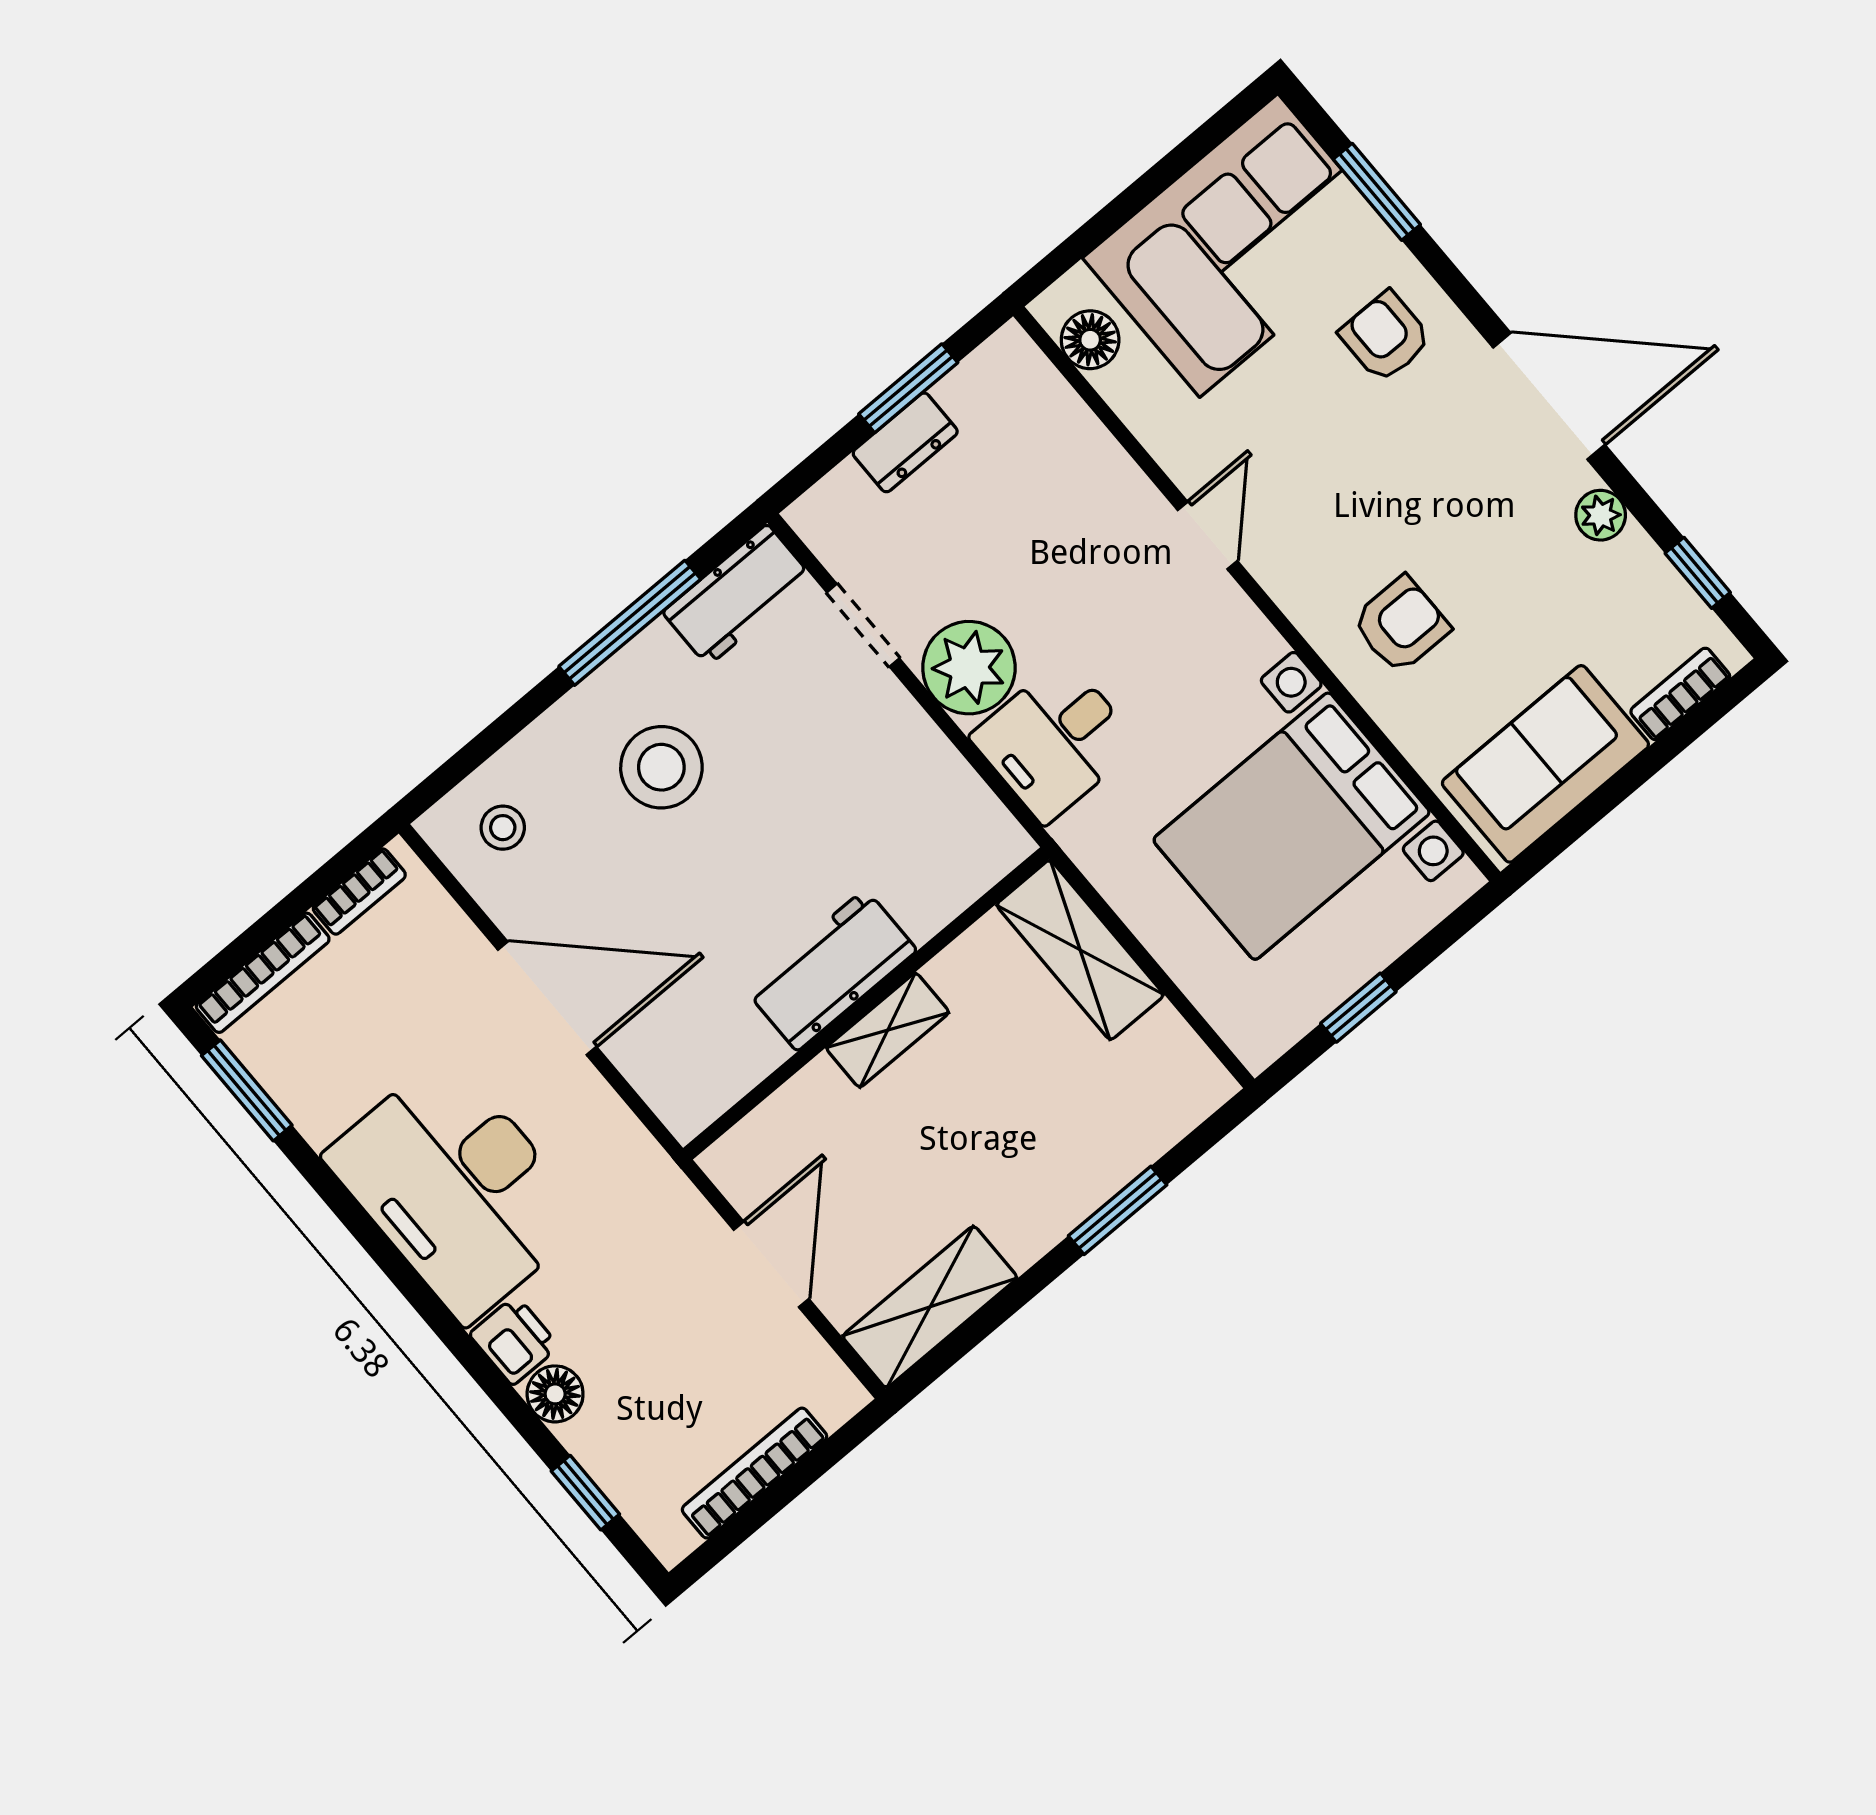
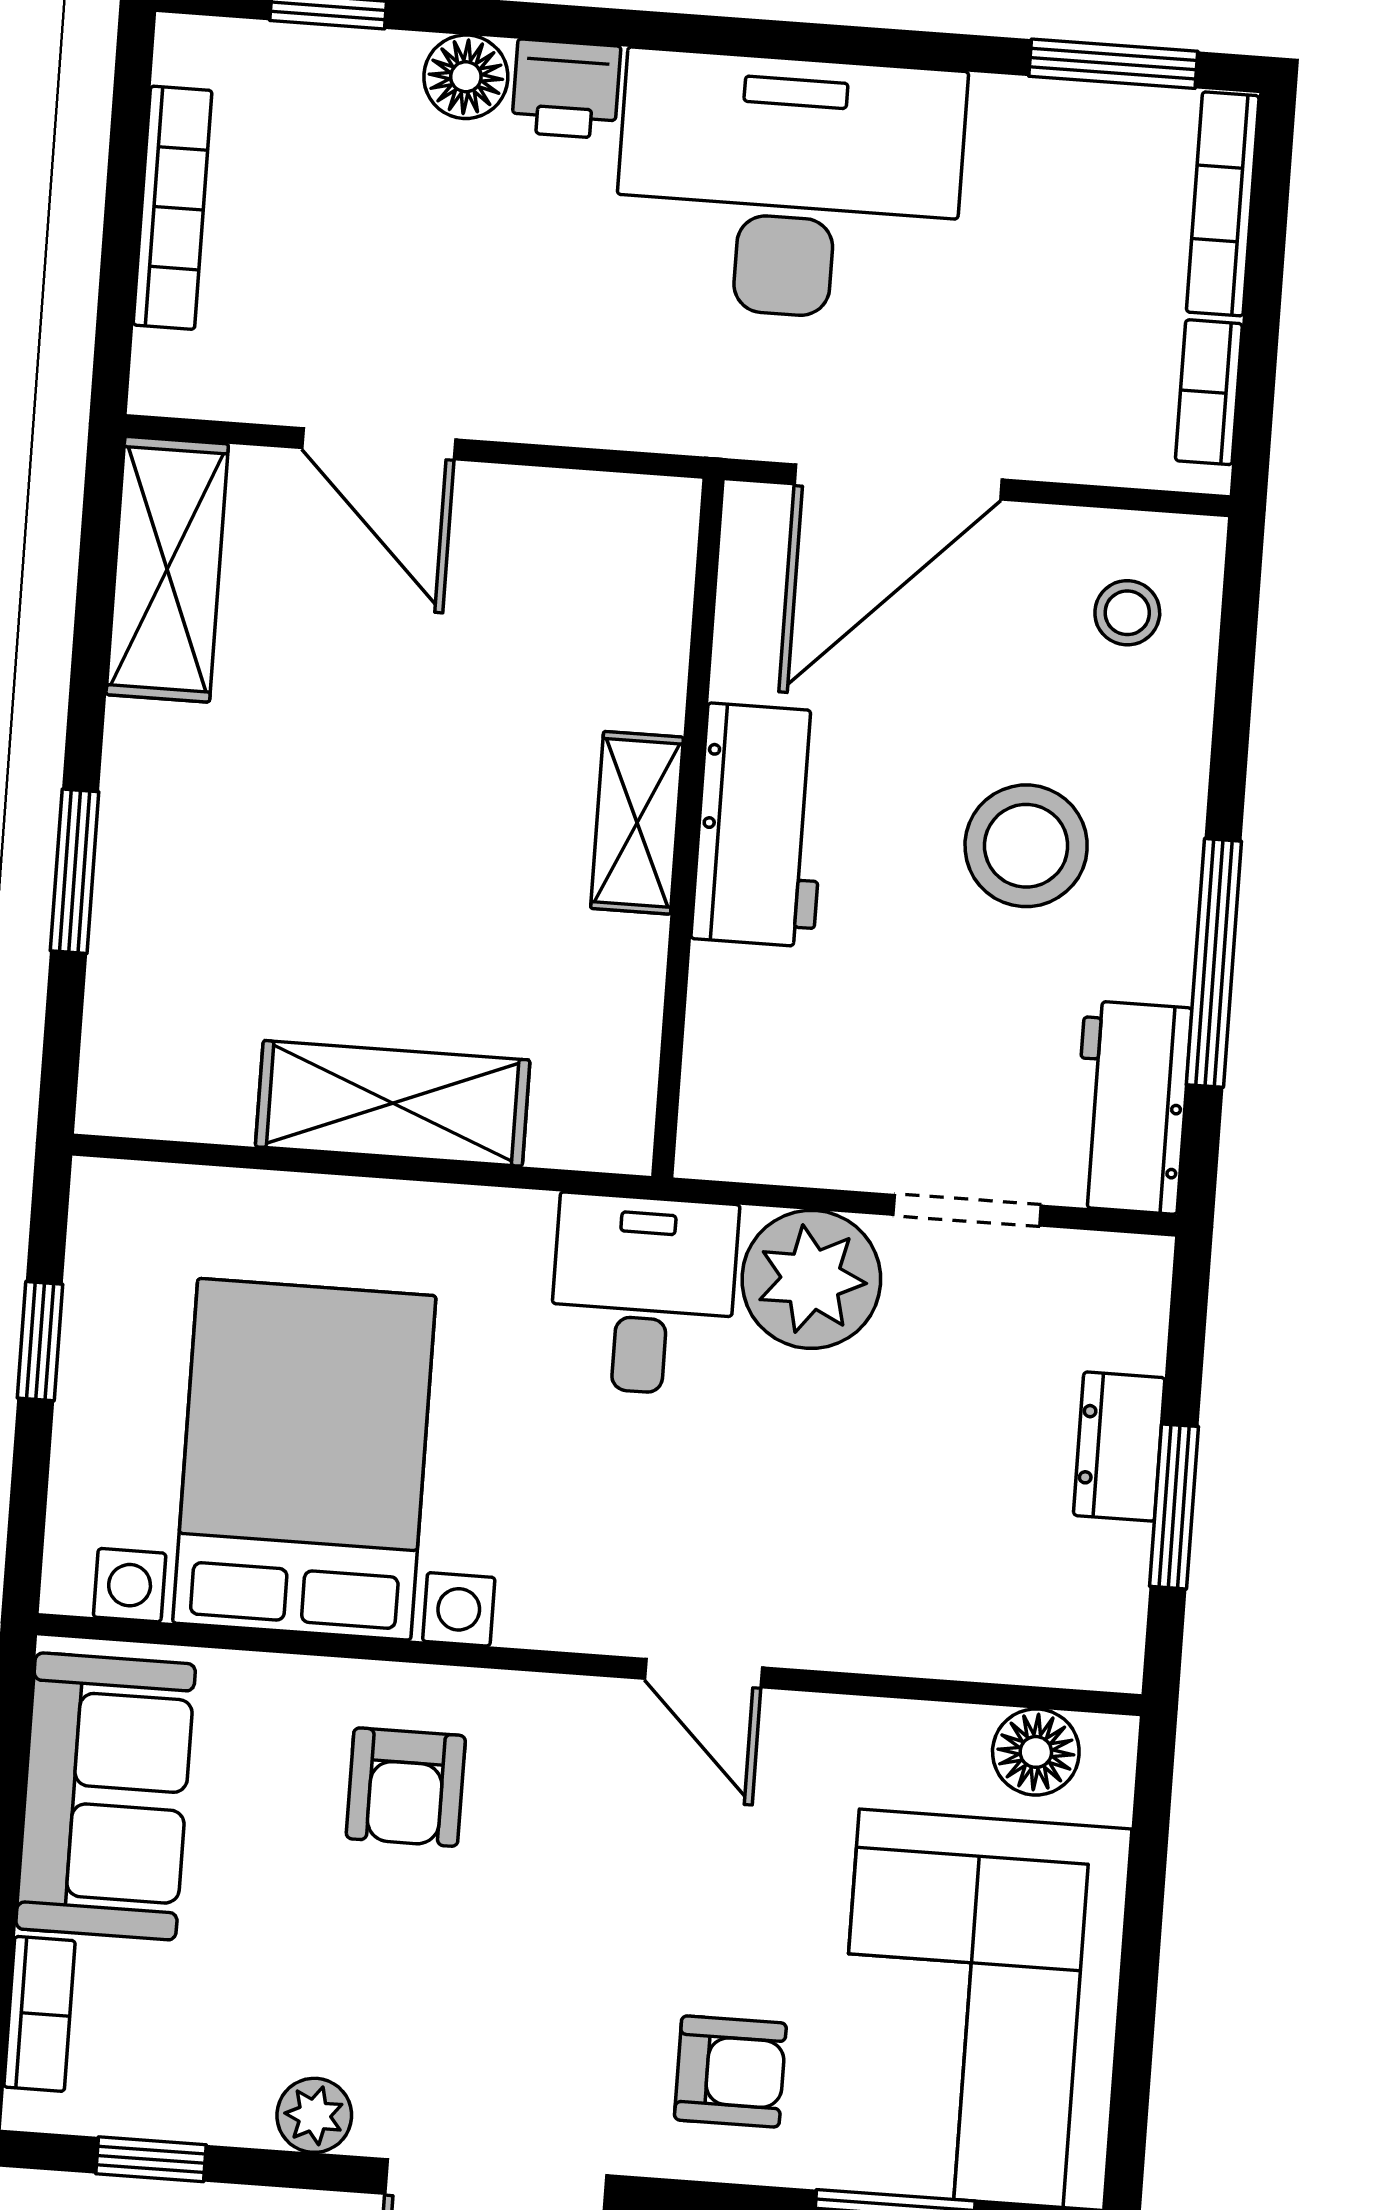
workbench: (831, 970) -> (760, 825), moved
wall: (866, 1003) -> (688, 828), moved
shelving: (888, 1030) -> (637, 823), moved

